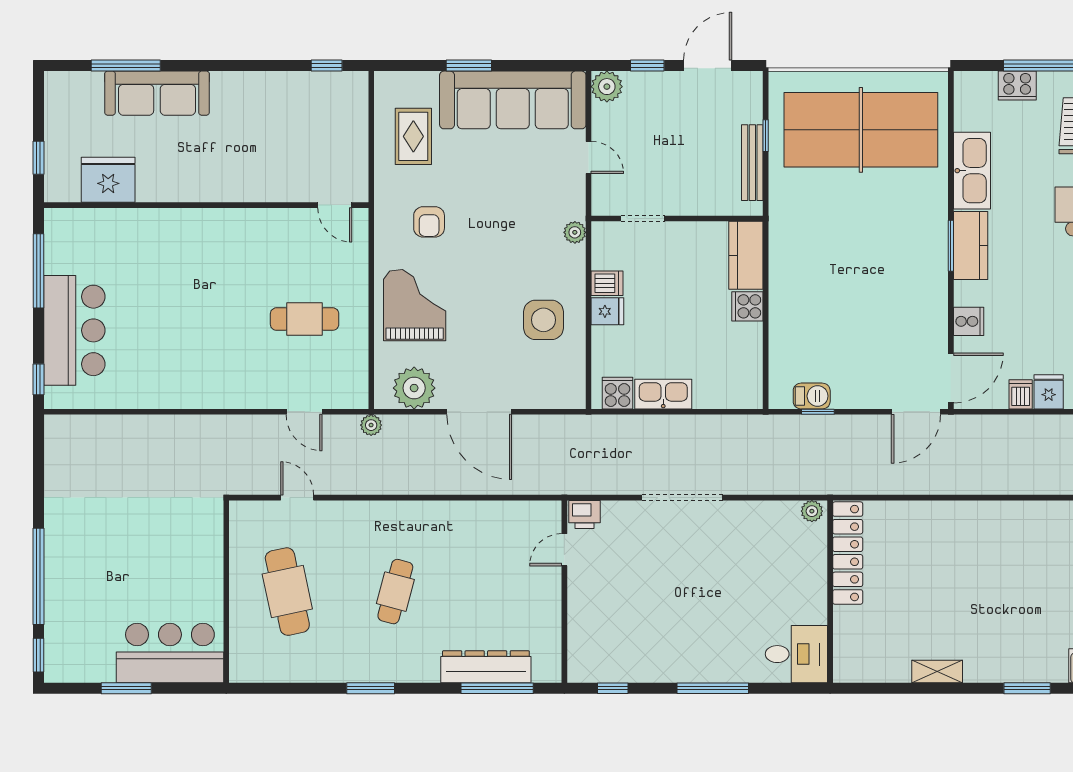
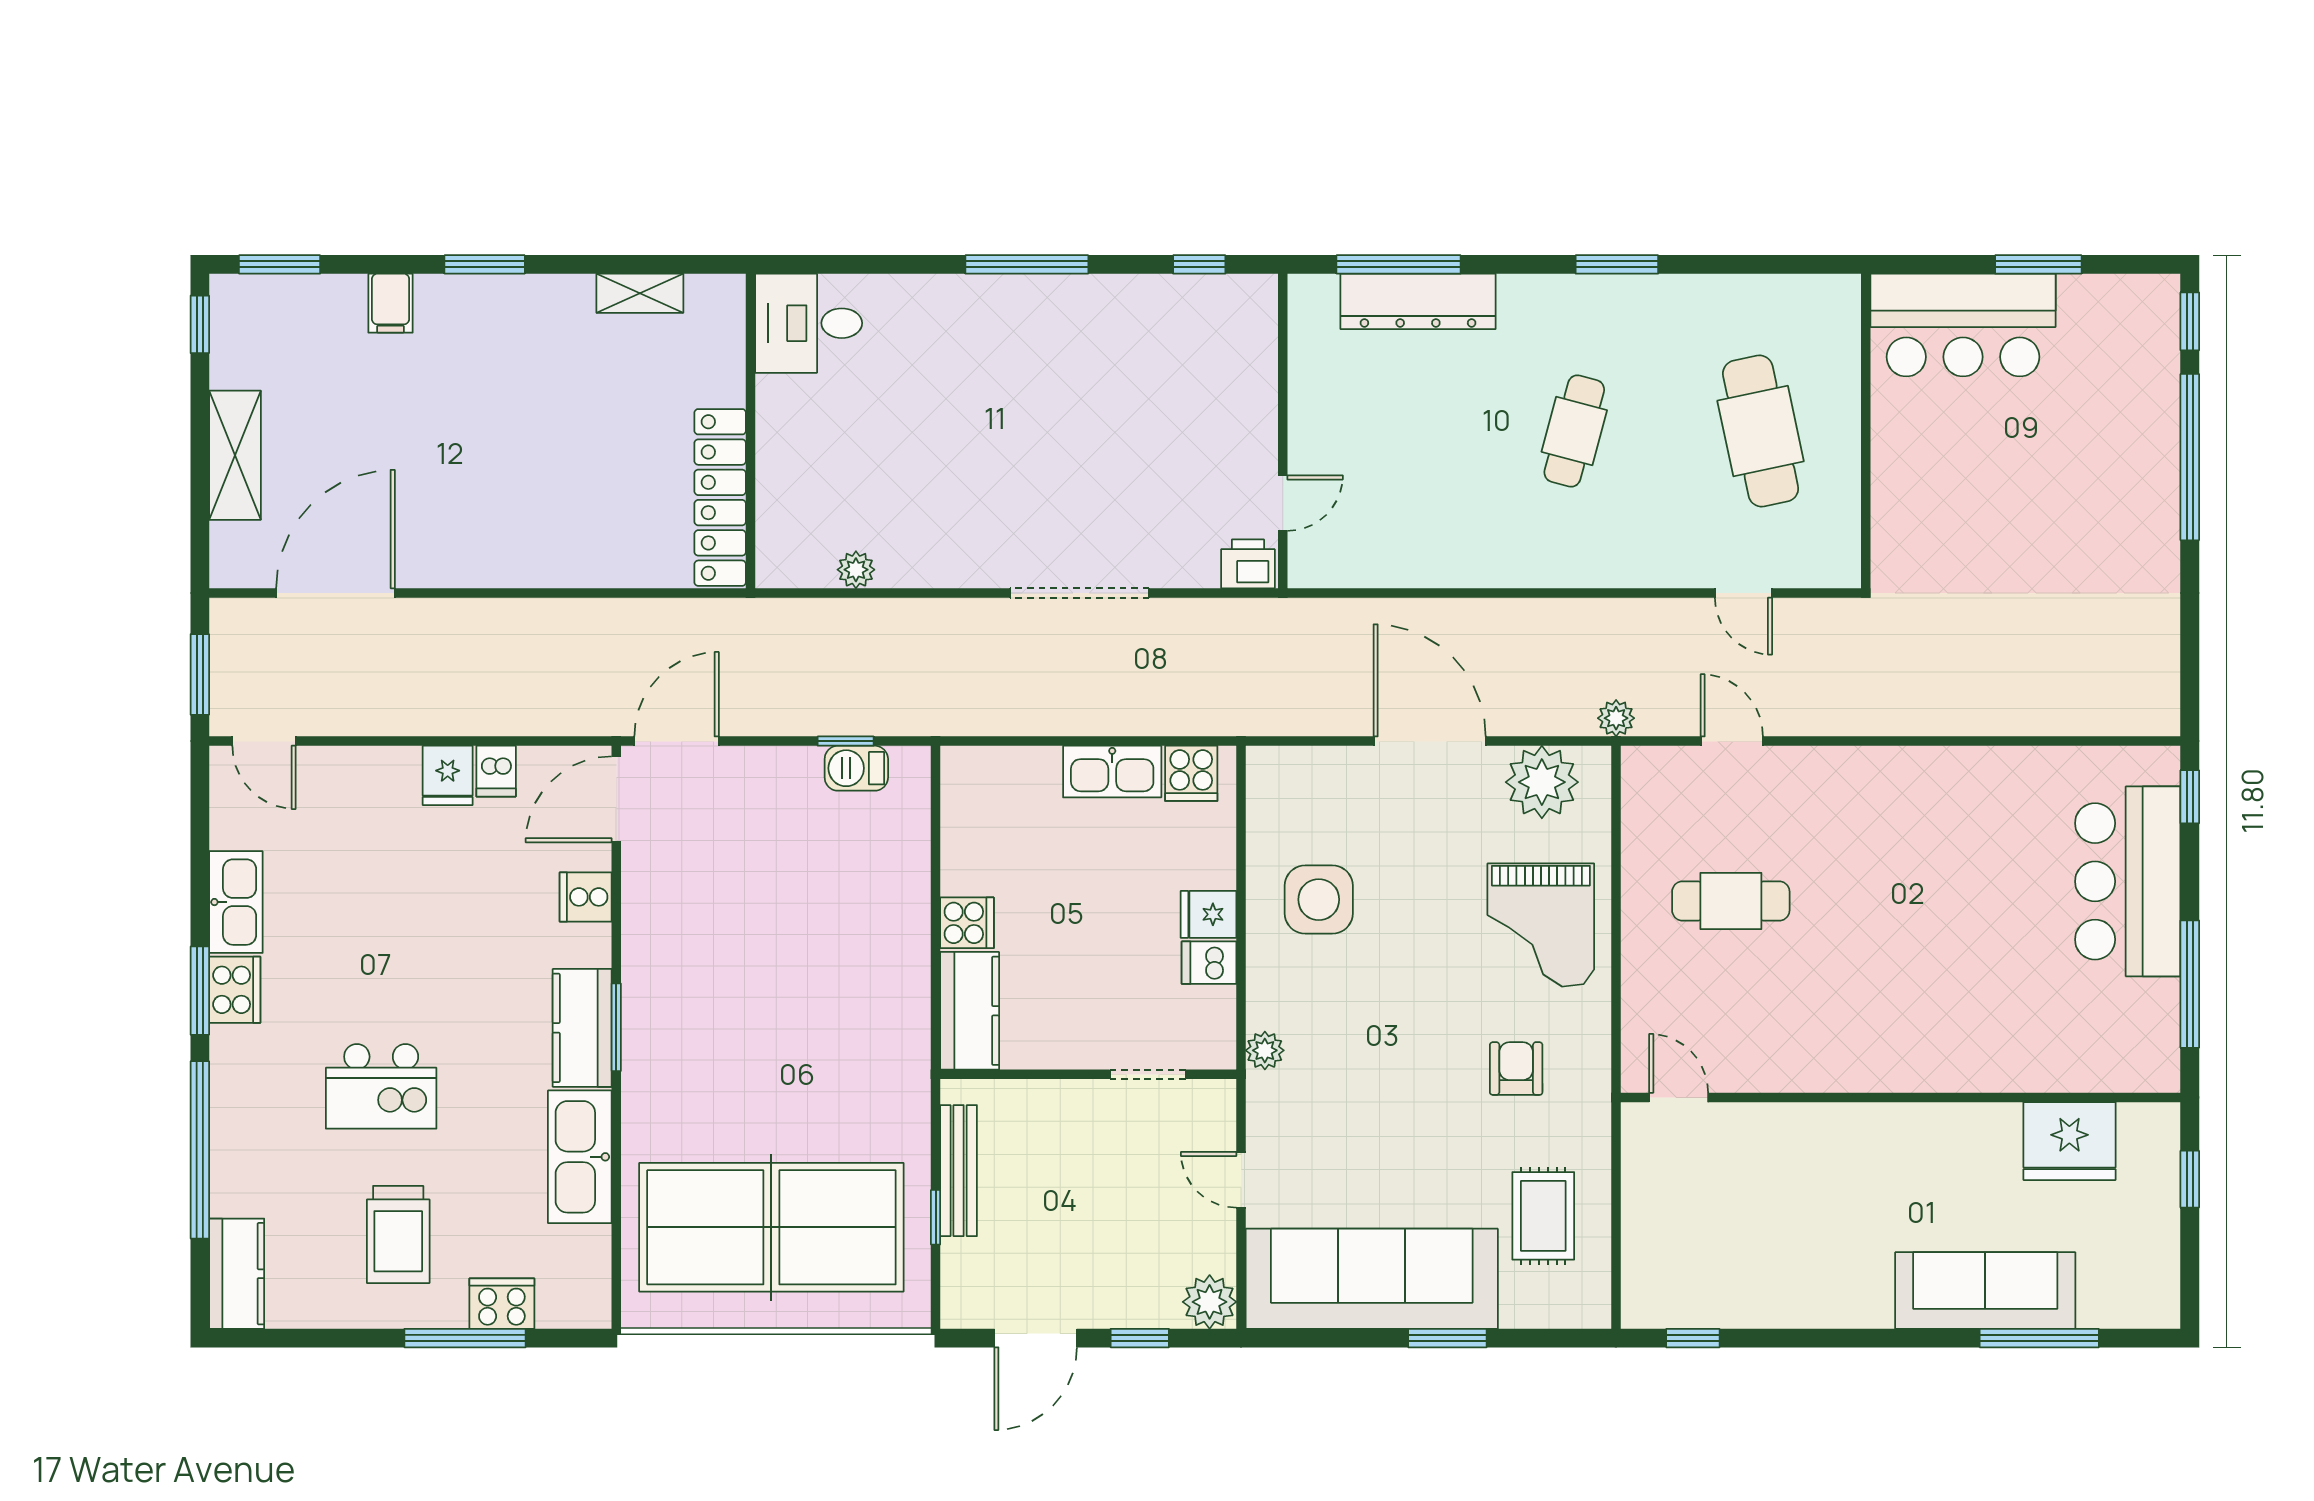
locker: (848, 553) -> (720, 497), moved
wall: (830, 592) -> (750, 431), moved
desk: (796, 654) -> (809, 323), moved

